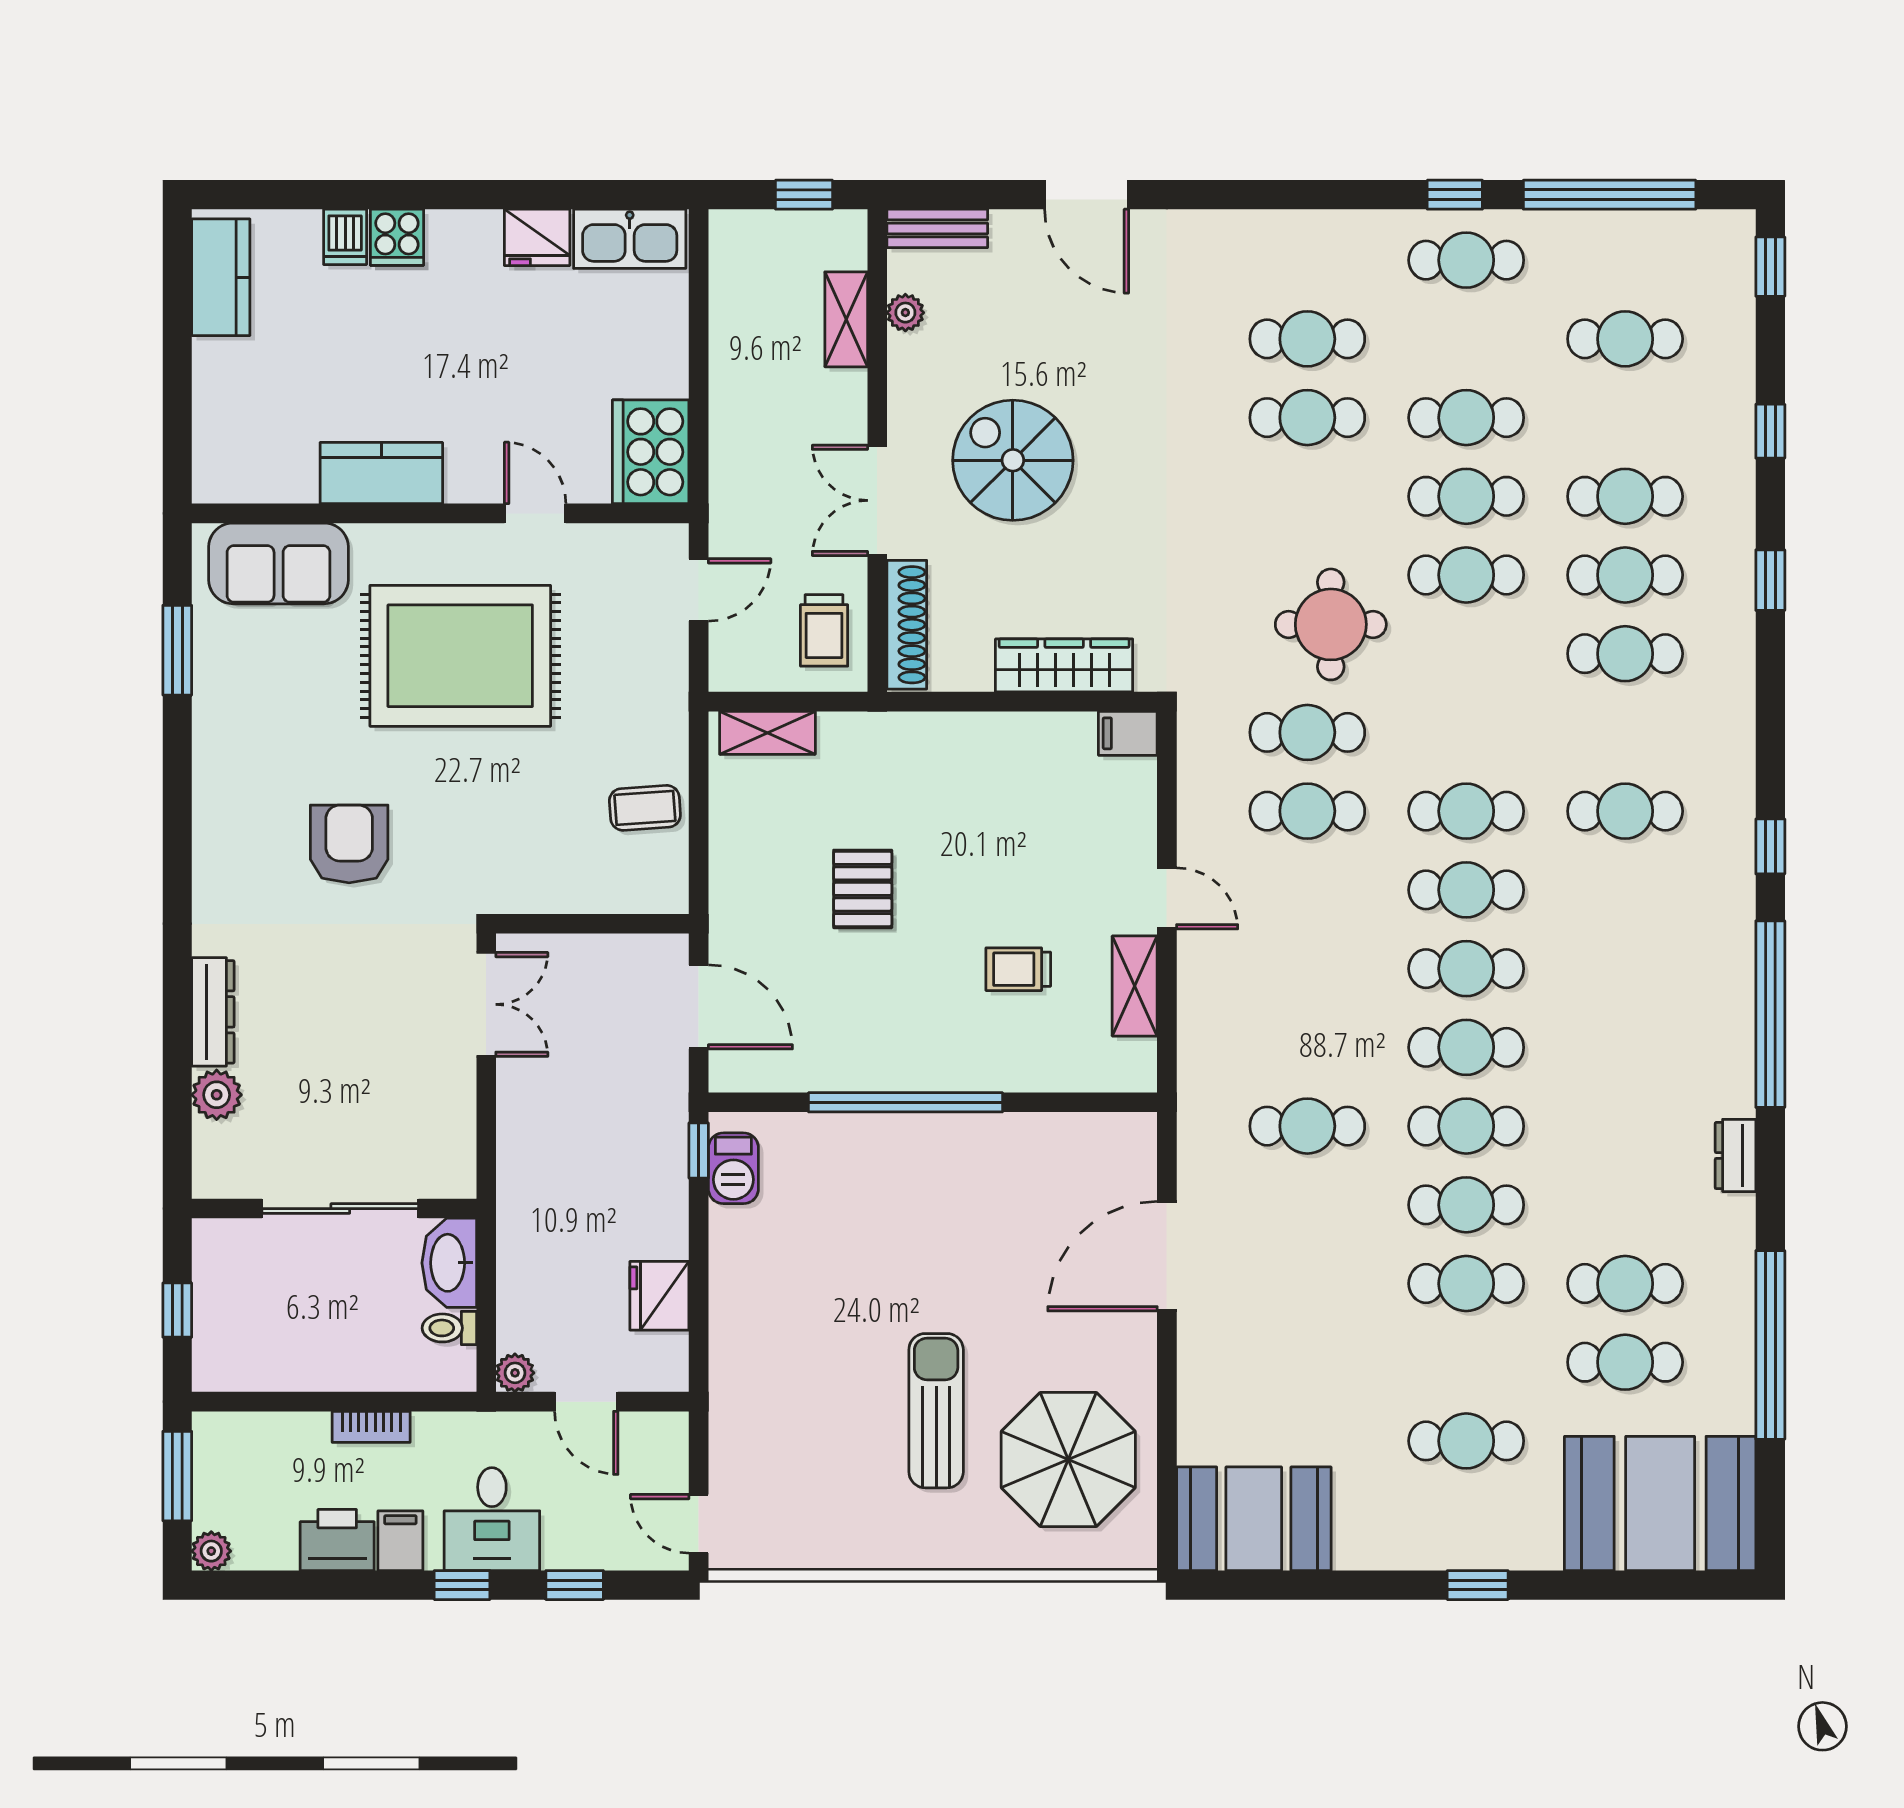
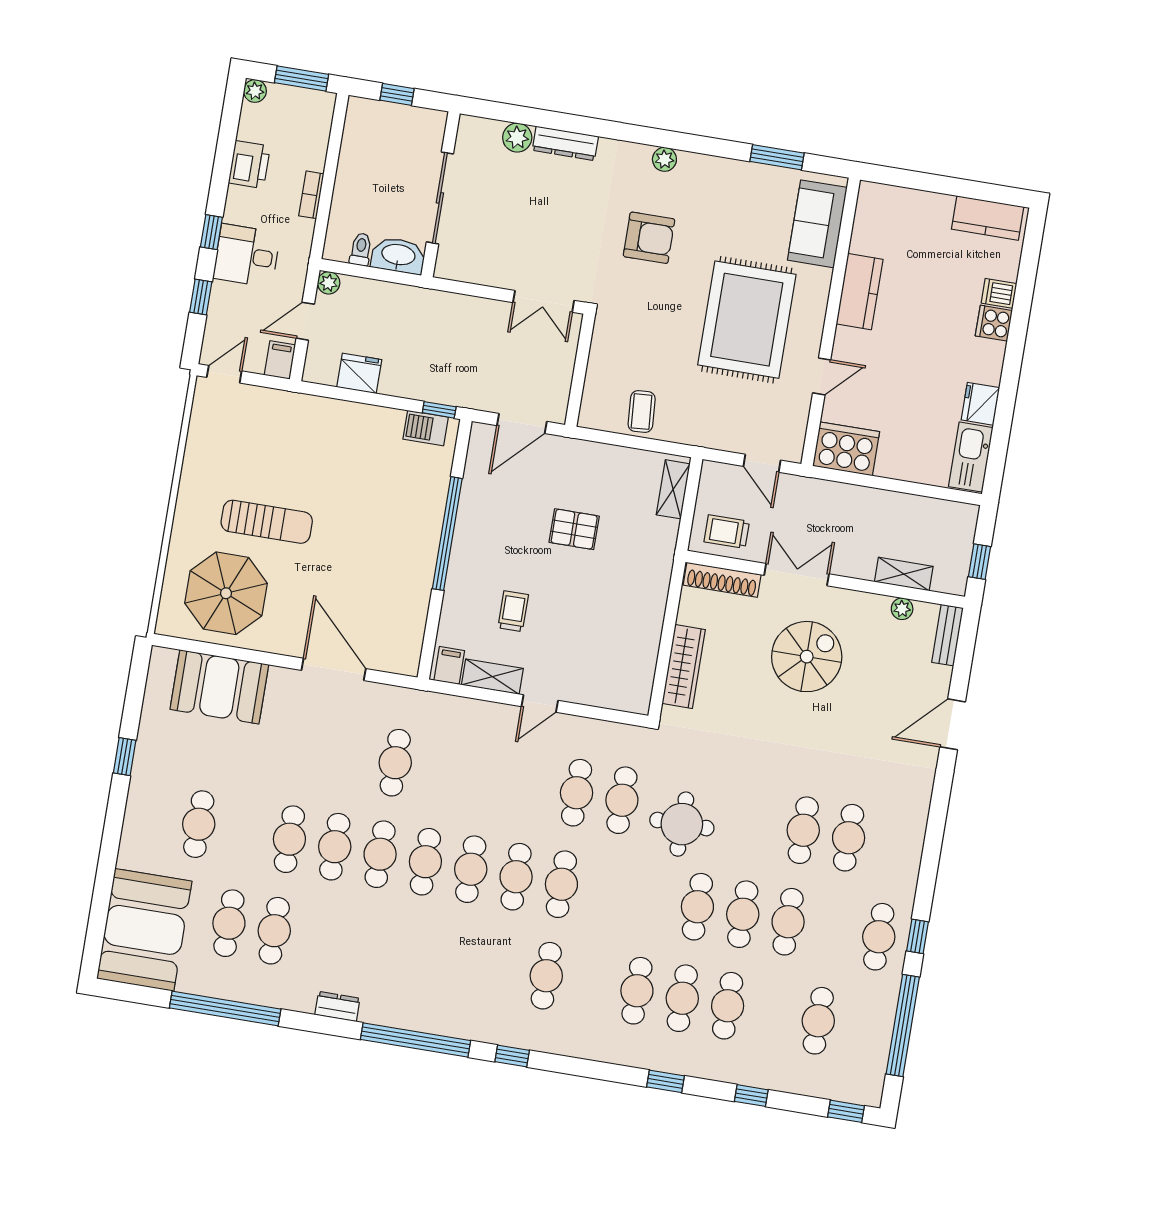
filing cabinet: (1128, 733) -> (449, 665), moved
plant: (212, 840) -> (664, 159), added
booth: (1254, 1519) -> (219, 687), moved, turned 90
filing cabinet: (400, 1541) -> (280, 360), moved, turned -90
window: (1478, 1585) -> (125, 757), moved

